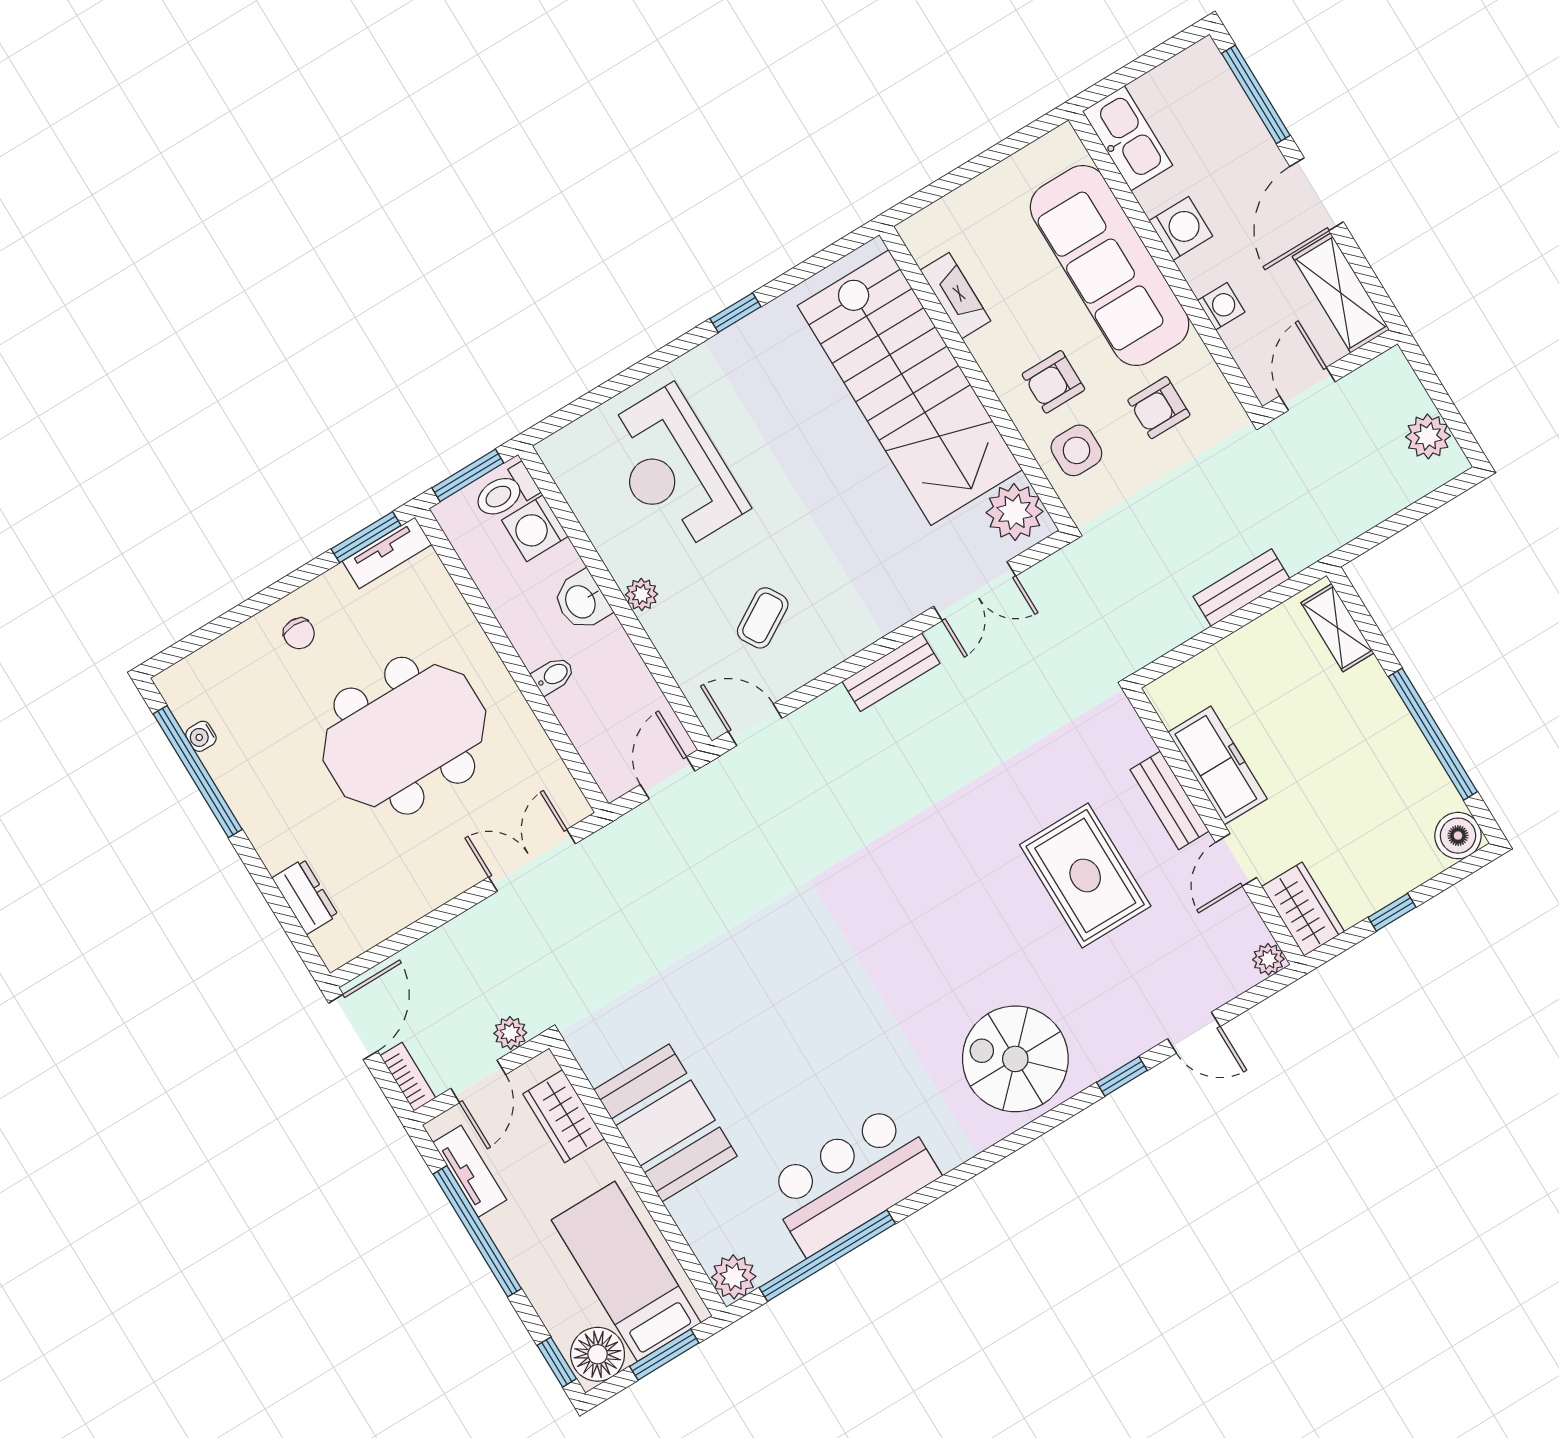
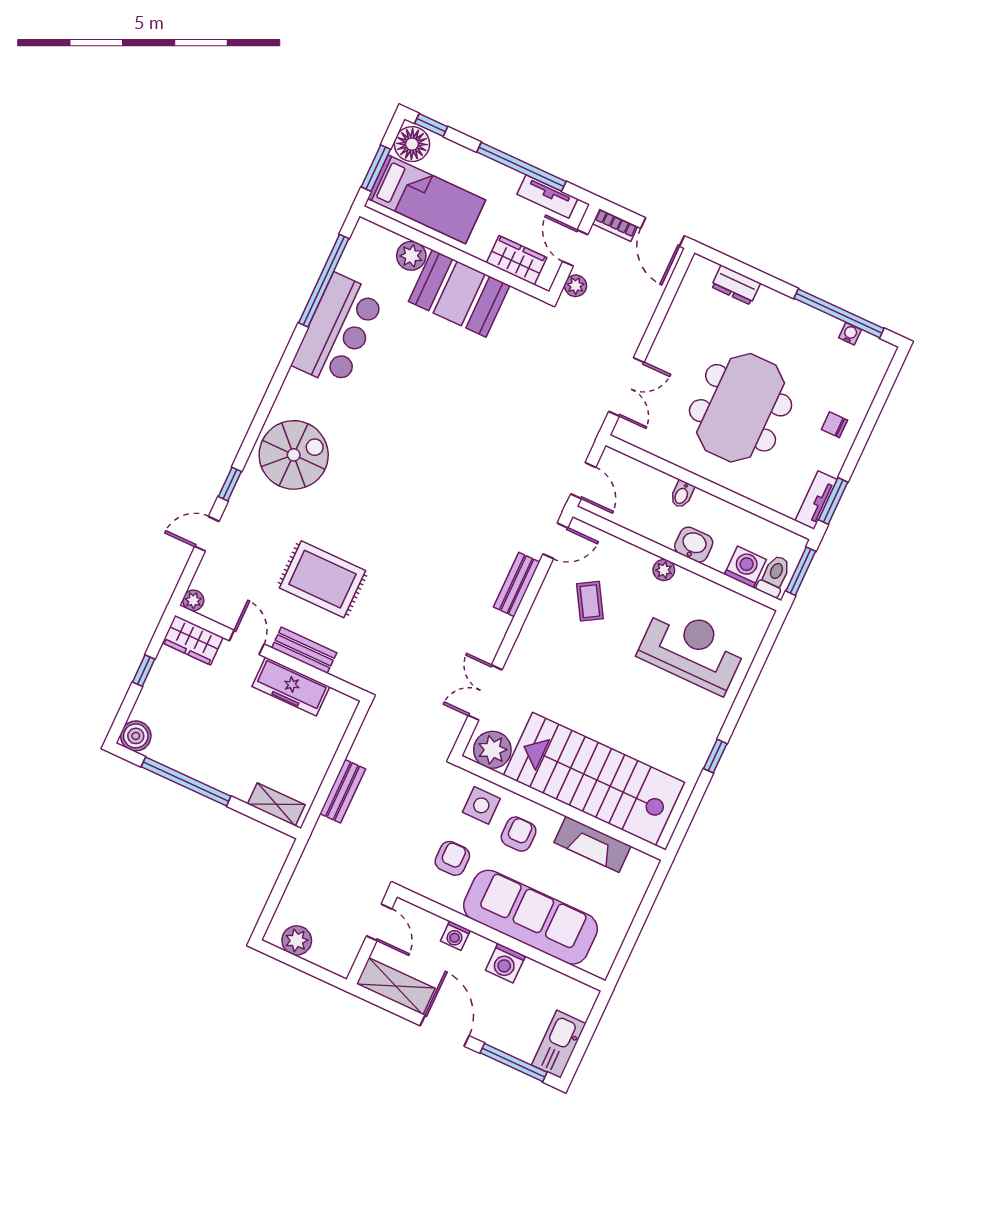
kitchen sink: (1128, 138) -> (559, 1044), moved, turned 90
fireplace: (955, 296) -> (593, 844), width x1.37, depth x1.32
bench: (891, 672) -> (517, 584), moved
plant: (734, 1277) -> (411, 256), moved

